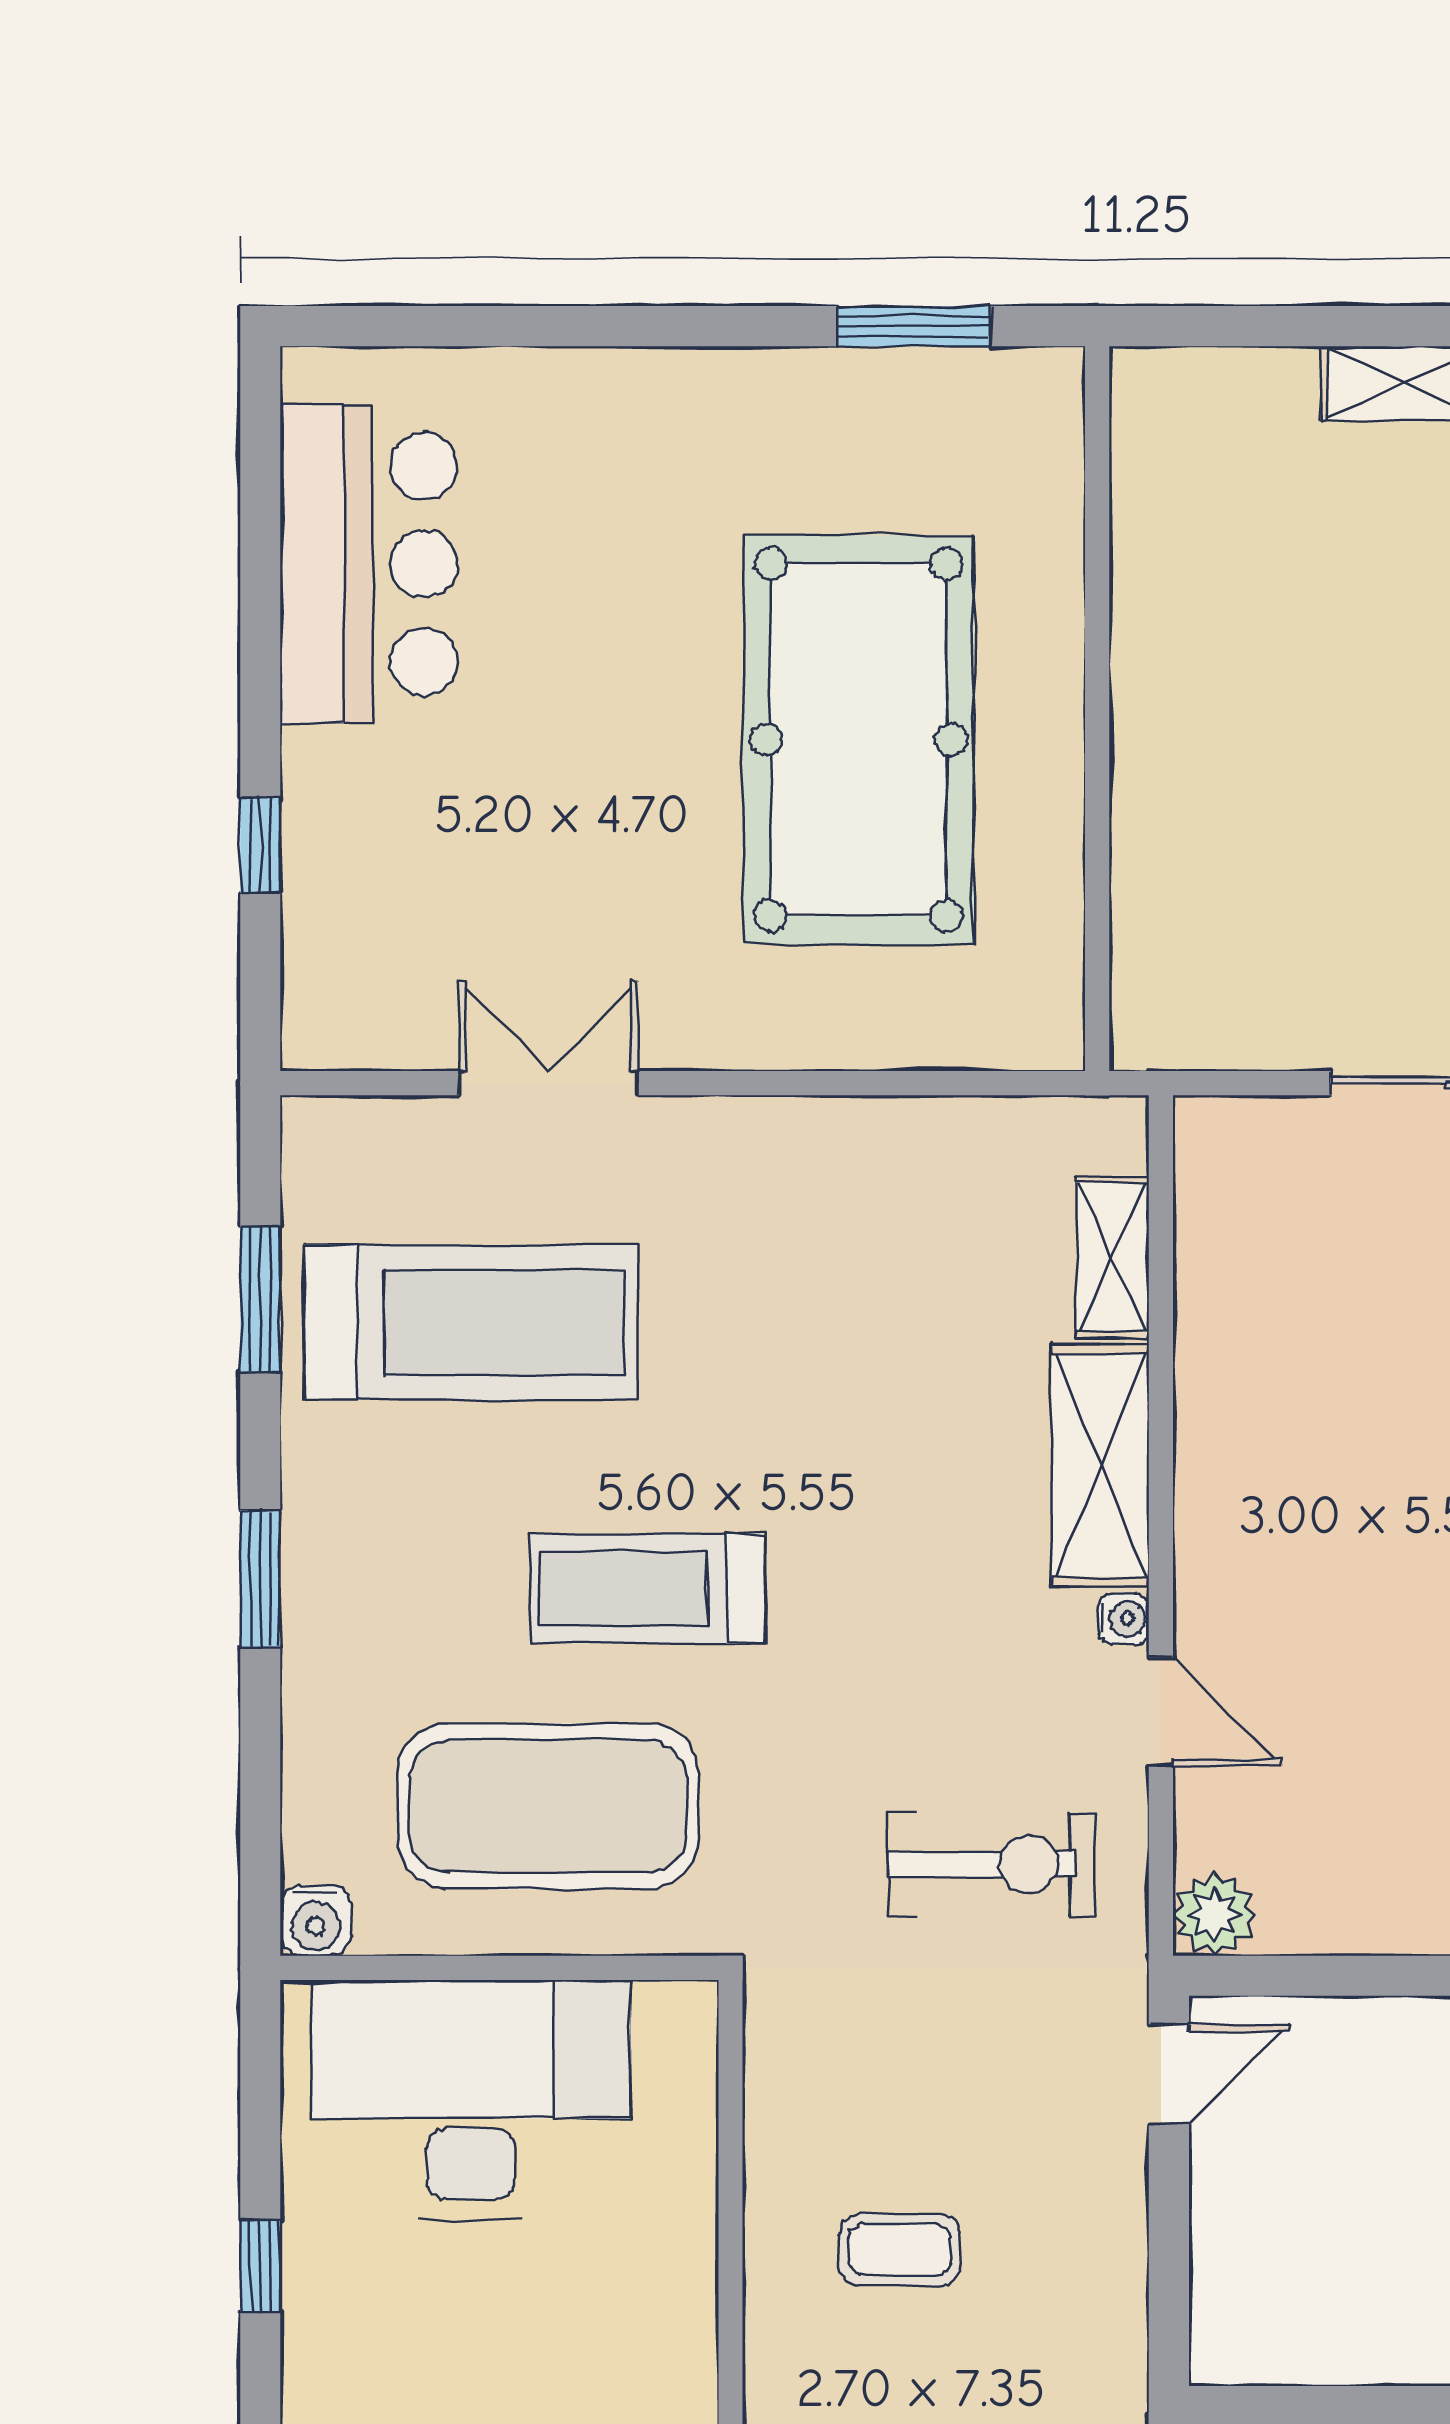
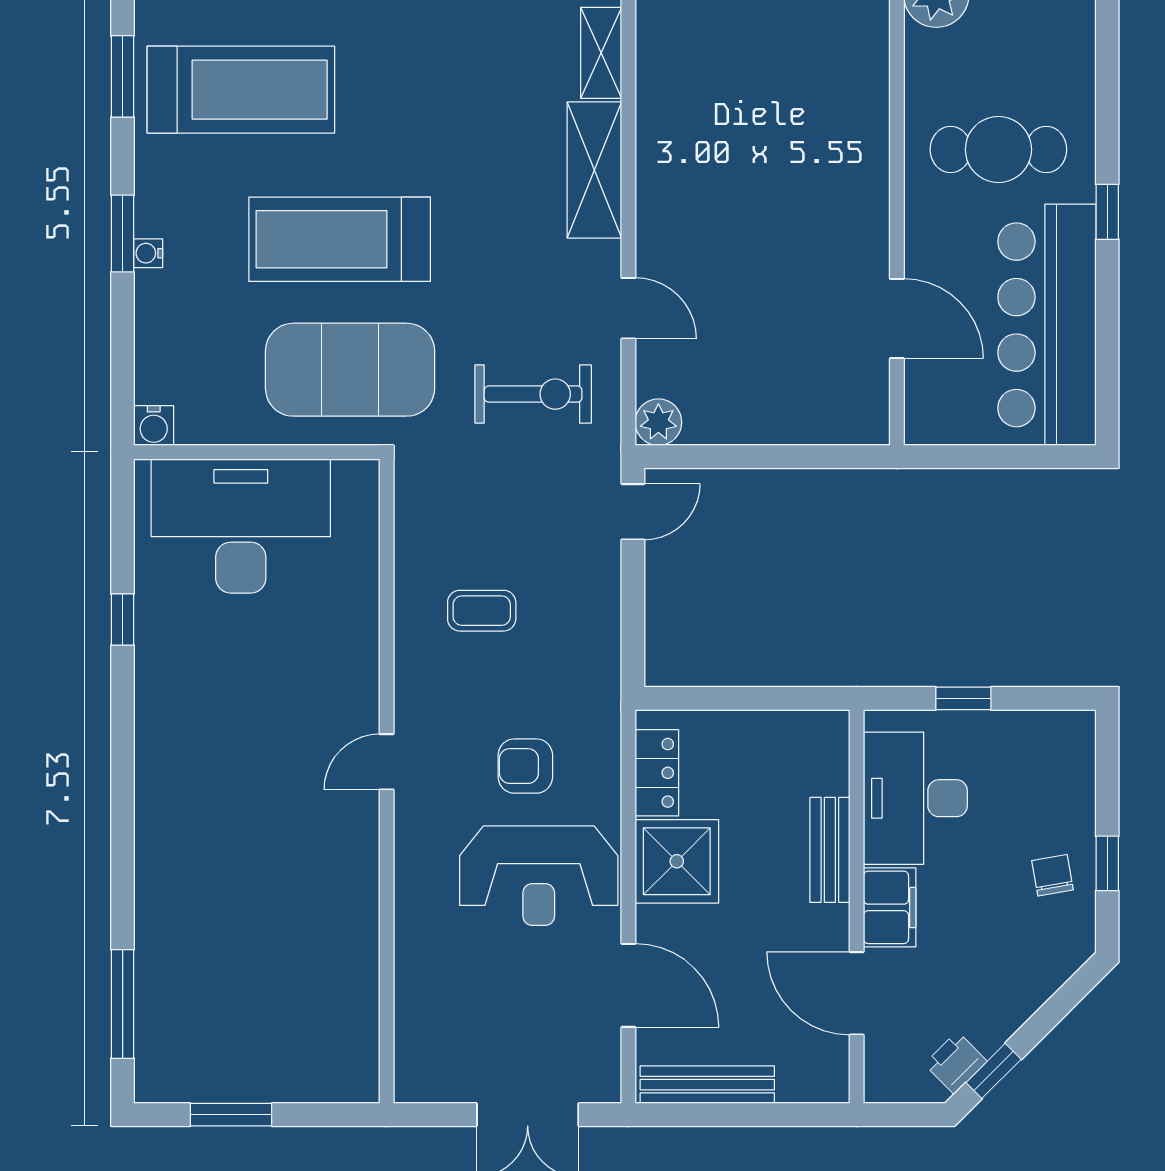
treadmill: (647, 1589) -> (340, 239), width x1.37, depth x1.38
water cooler: (1123, 1619) -> (148, 253), moved, turned 180
exercise mat: (548, 1806) -> (350, 370), moved

